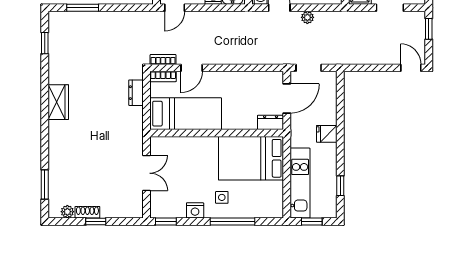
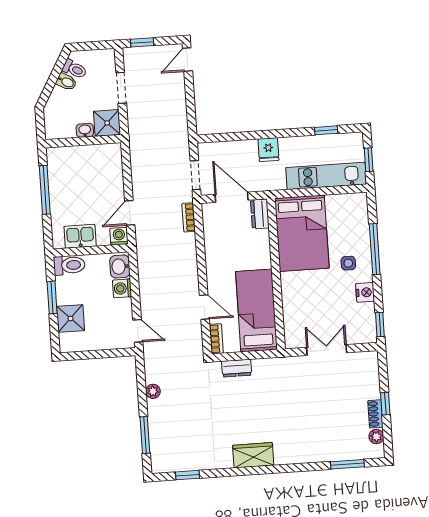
plant: (307, 17) -> (153, 391), moved
bookcase: (163, 59) -> (189, 217), moved

